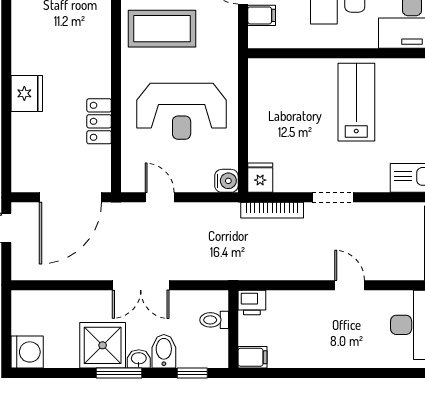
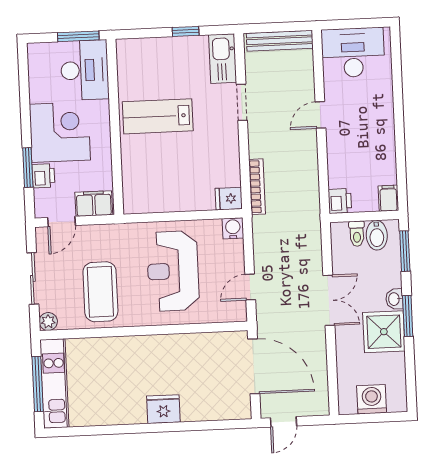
filing cabinet: (262, 15) -> (94, 204), width x2.00
reception desk: (182, 111) -> (173, 271), turned 180
locker: (99, 121) -> (185, 344), removed
doorway: (333, 197) -> (242, 102), moved
bidet: (164, 351) -> (377, 235), moved, turned -90
washing machine: (27, 352) -> (372, 399), moved
window: (192, 373) -> (405, 251), width x1.50

